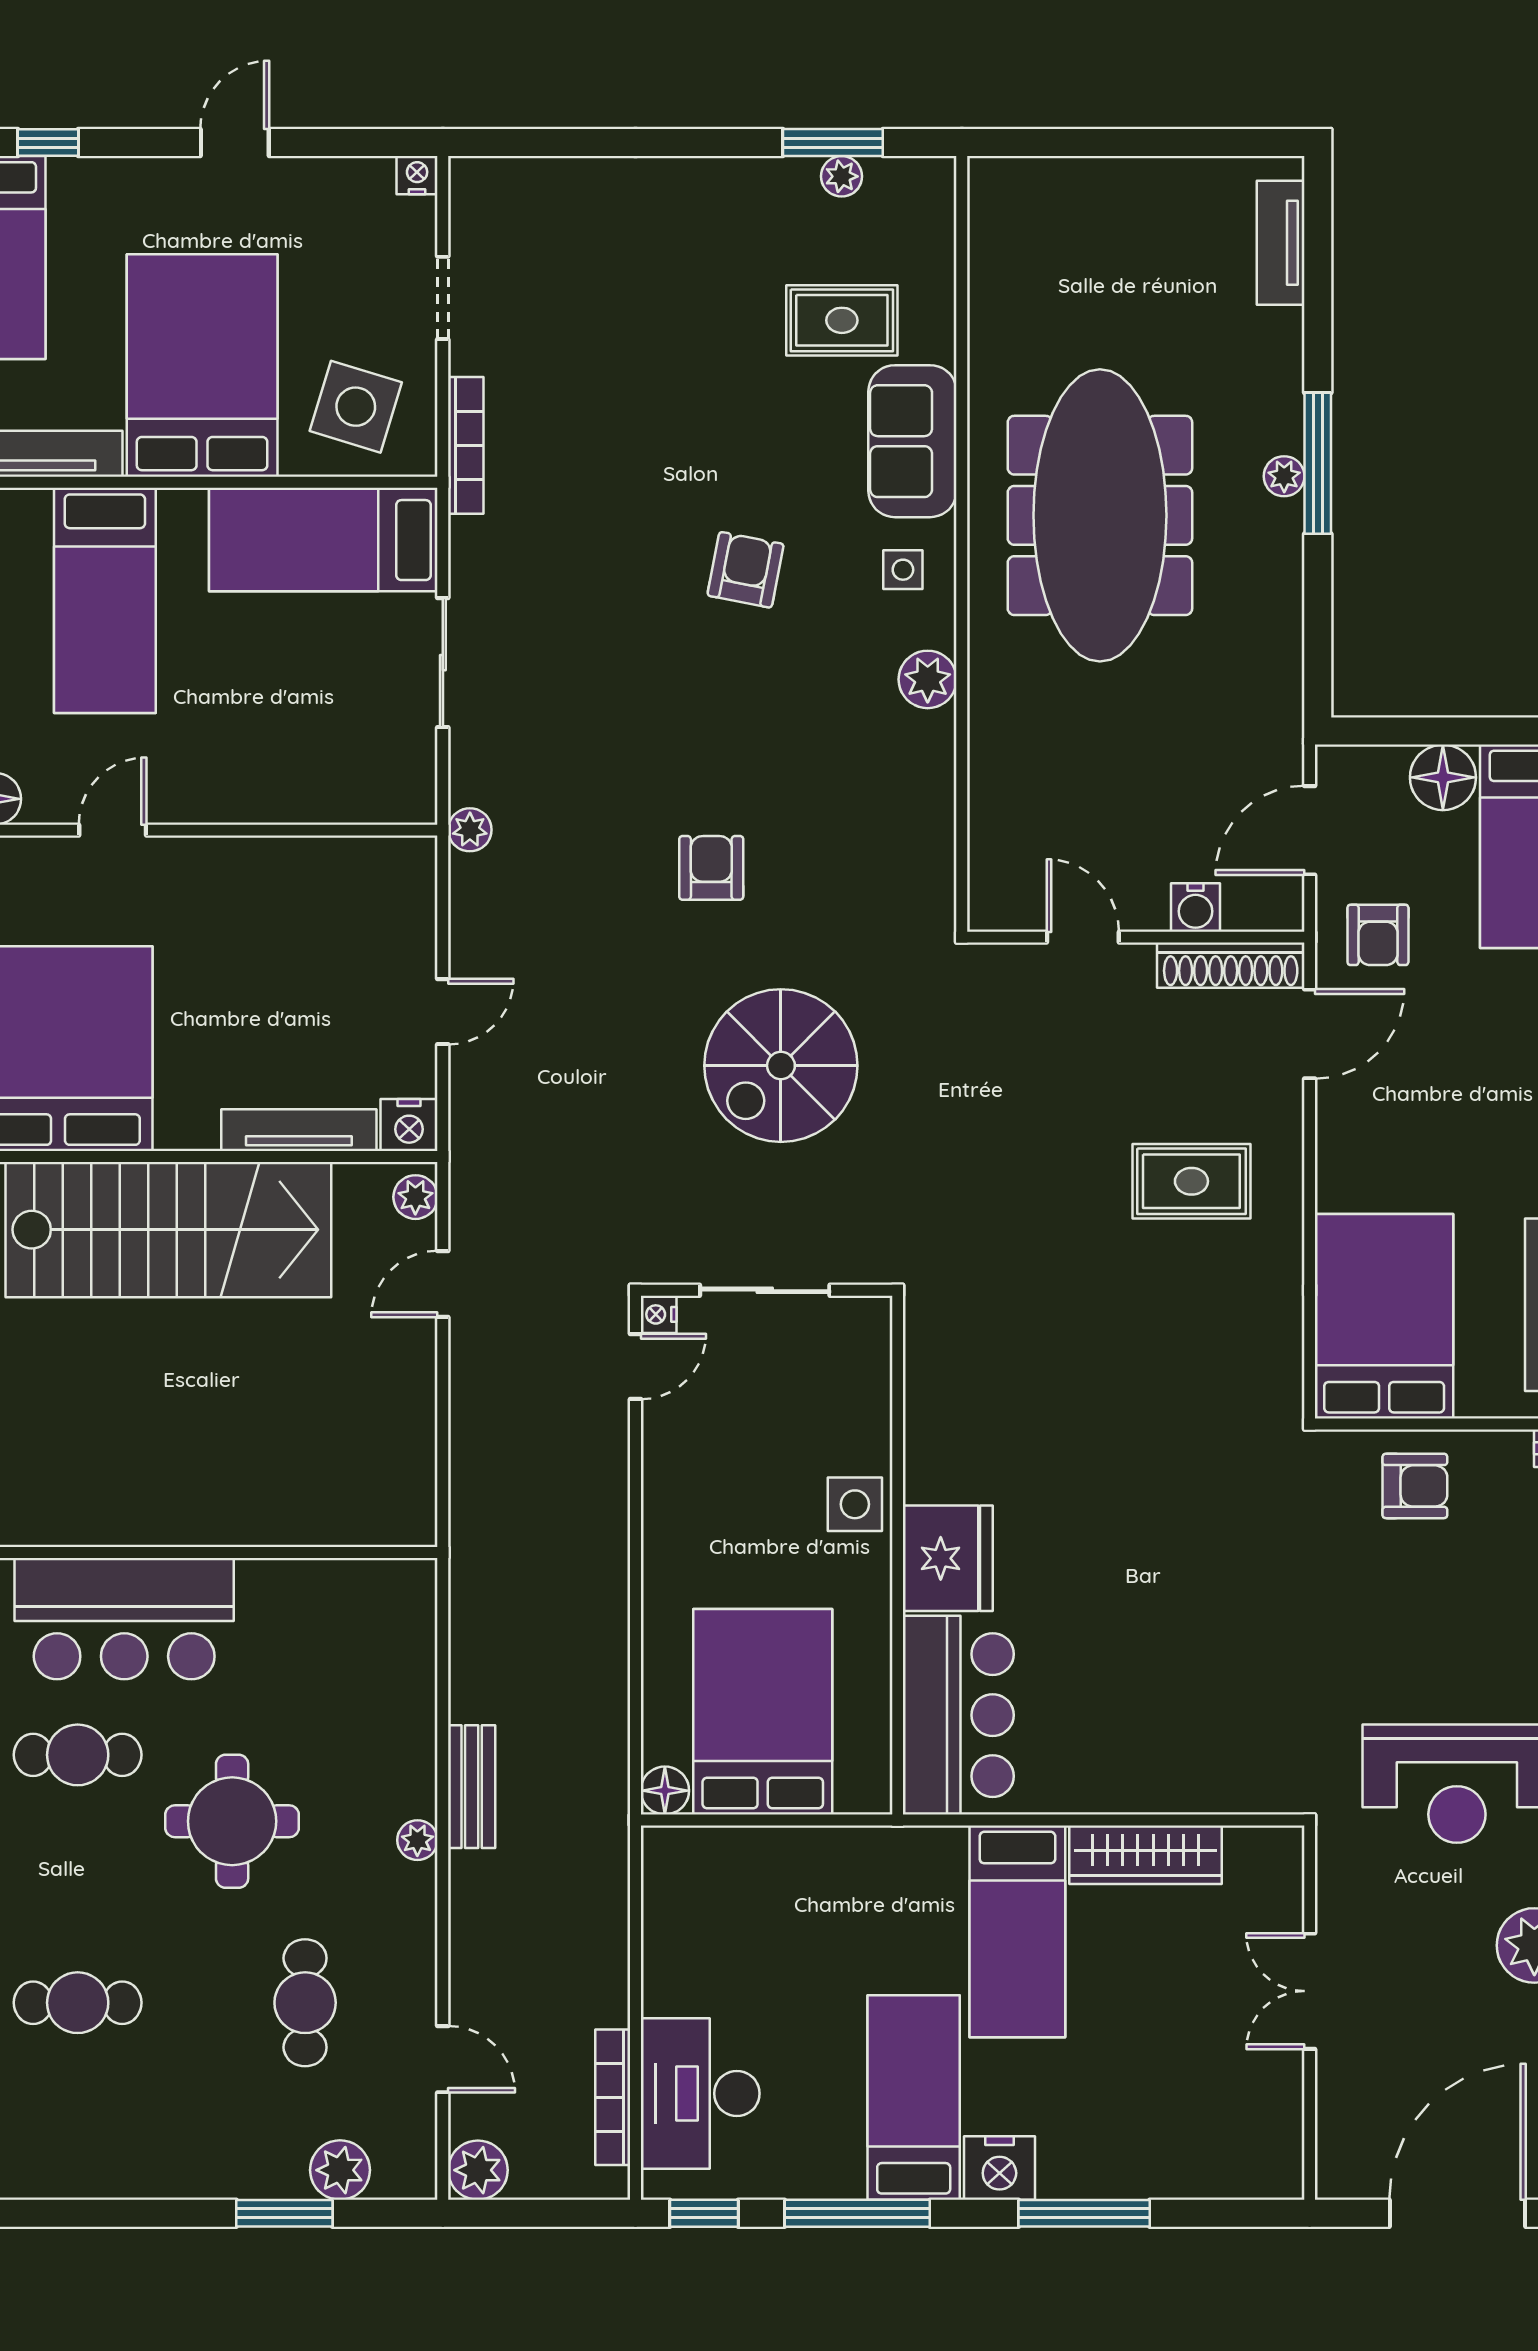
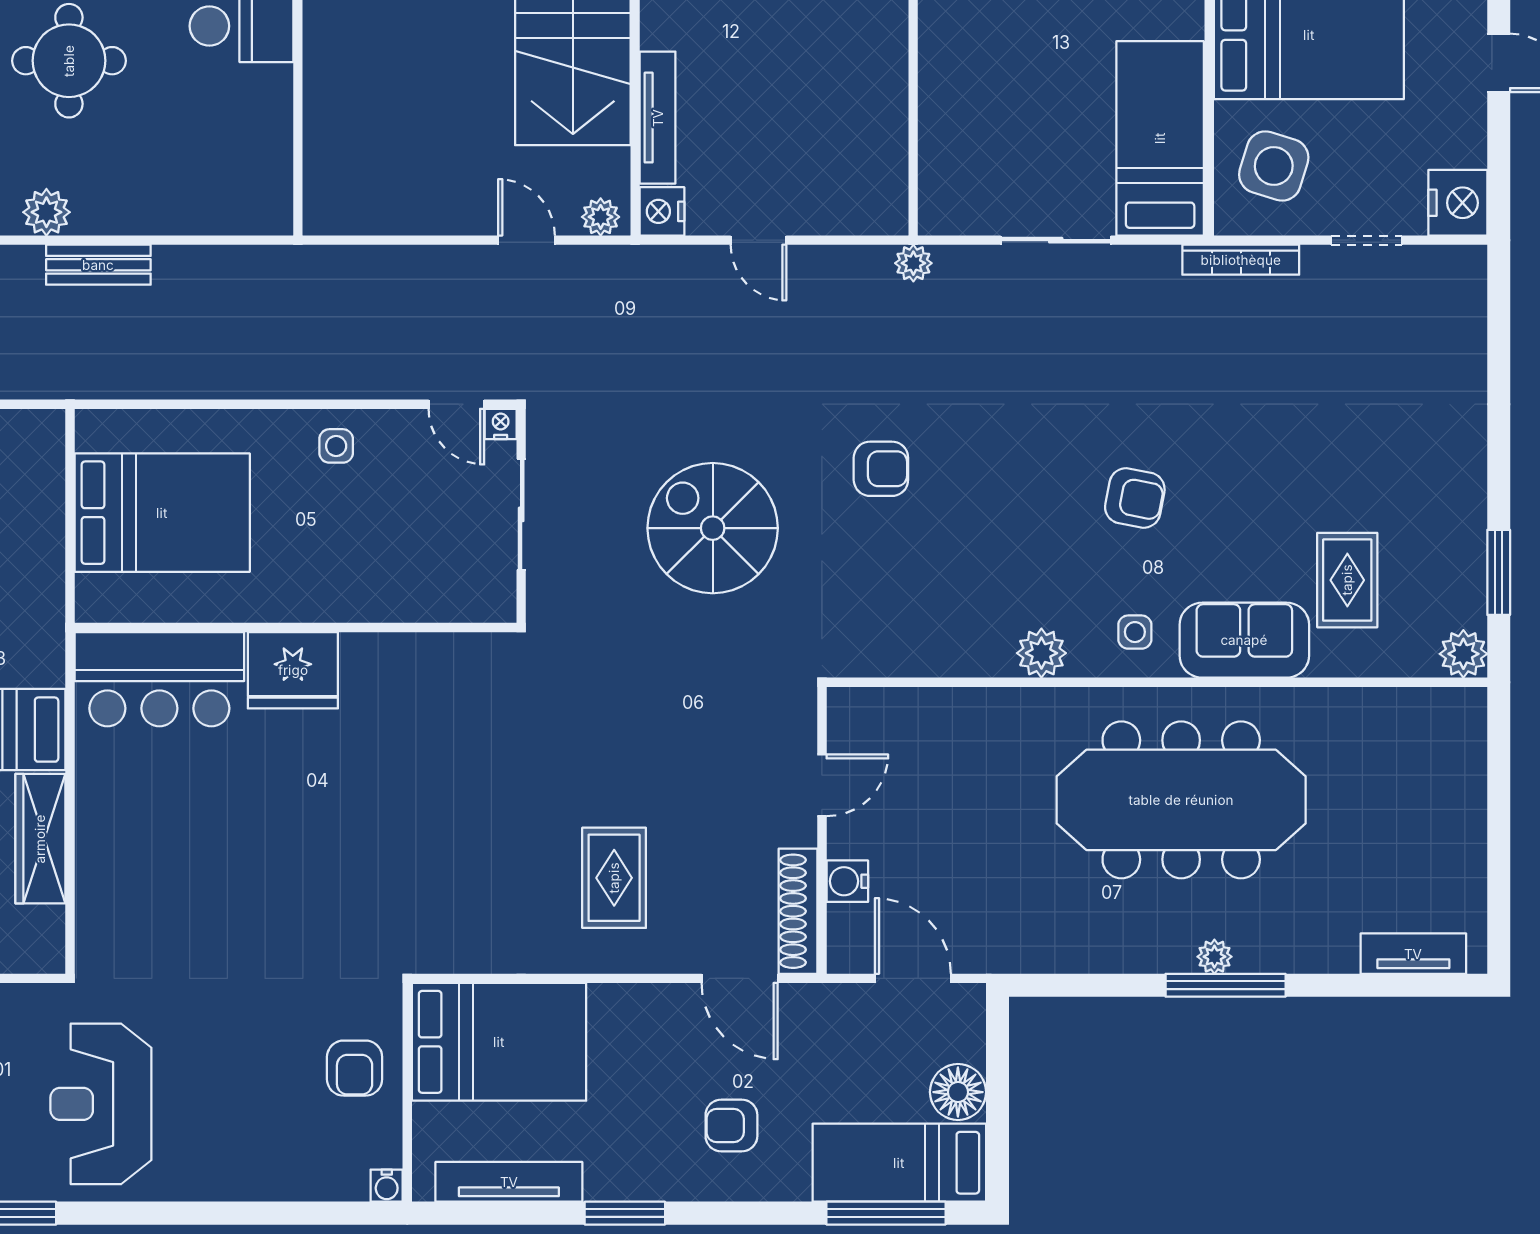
nightstand: (417, 175) -> (1458, 203), width x1.89, depth x1.79
plant: (842, 176) -> (1463, 654), moved, width x1.38, depth x1.38
armchair: (1378, 935) -> (731, 1126), moved
side table: (855, 1504) -> (336, 446), moved, width x0.73, depth x0.73
floor lamp: (665, 1791) -> (95, 429), removed
plant: (417, 1840) -> (46, 212), width x1.38, depth x1.38

